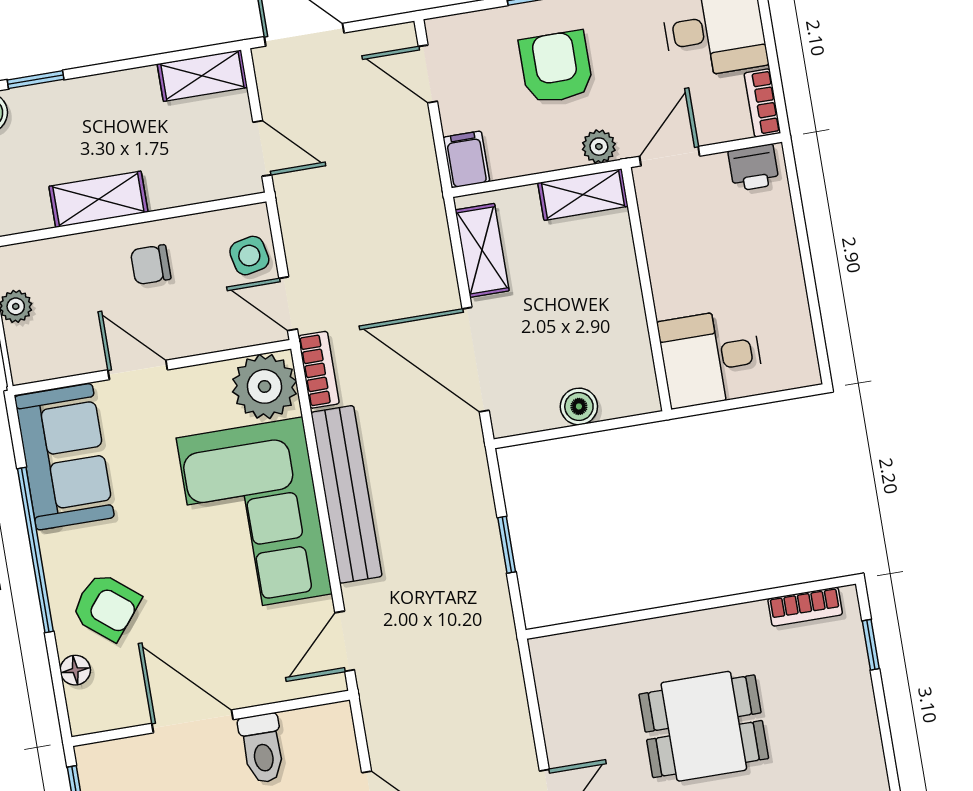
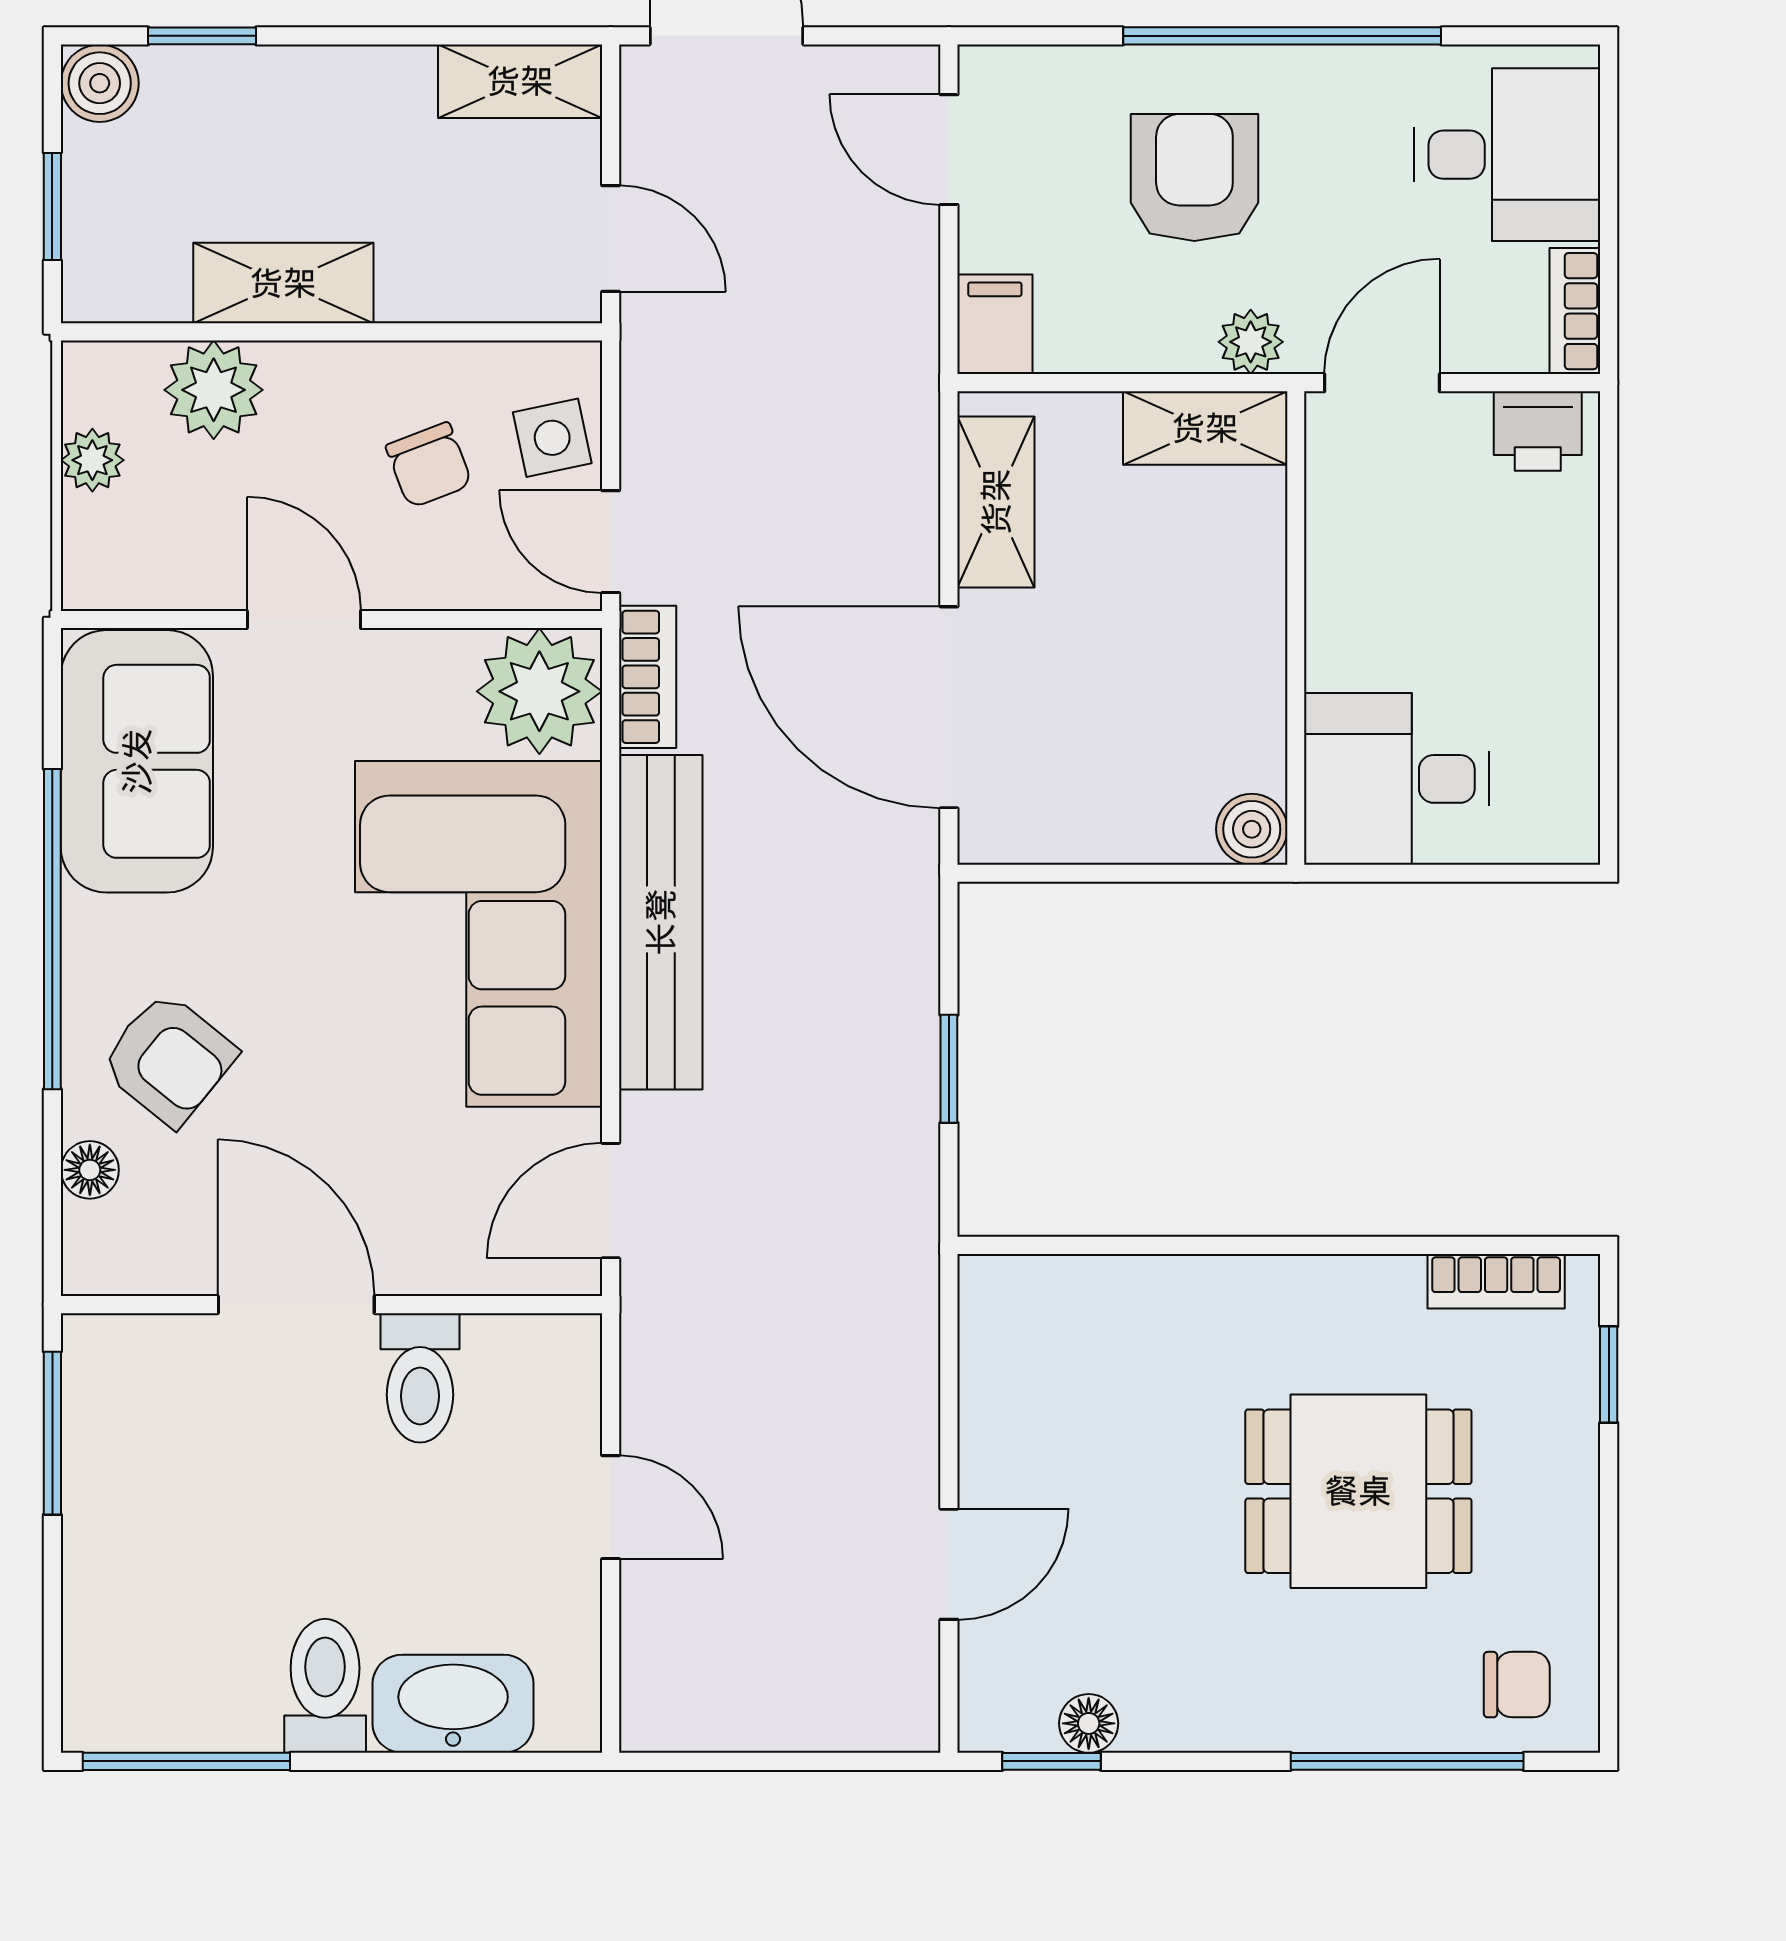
plant: (72, 260) -> (214, 390), added
chair: (151, 265) -> (429, 465), moved, turned -111
boiler: (579, 406) -> (1252, 829), moved
dining table: (704, 726) -> (1358, 1491), moved

